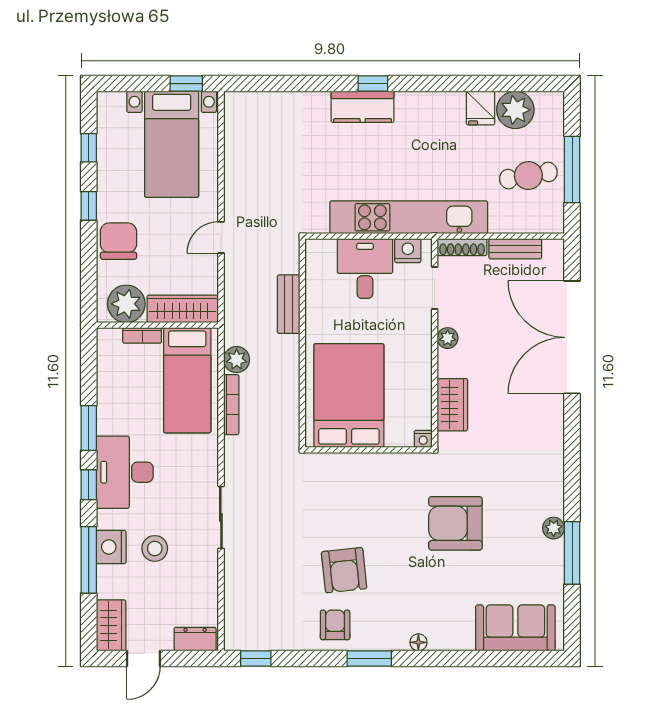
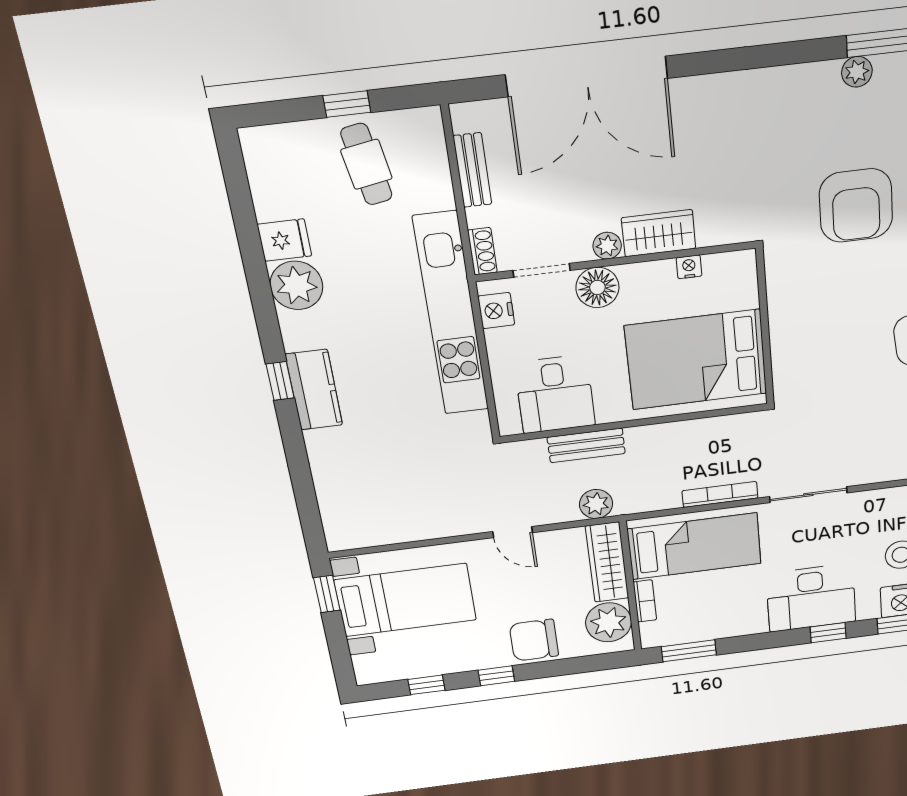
plant: (515, 110) -> (296, 285), moved
window: (572, 170) -> (347, 104), width x0.46
shoe rack: (462, 247) -> (482, 251), width x0.70
desk: (365, 269) -> (555, 394), moved, turned -90
floor lamp: (416, 327) -> (597, 287), added
plant: (237, 360) -> (596, 504), moved
wardrobe: (452, 405) -> (659, 233), moved
window: (89, 428) -> (689, 651), moved
nightstand: (423, 439) -> (689, 267), moved, turned -90
sliding door: (221, 517) -> (808, 495), moved

